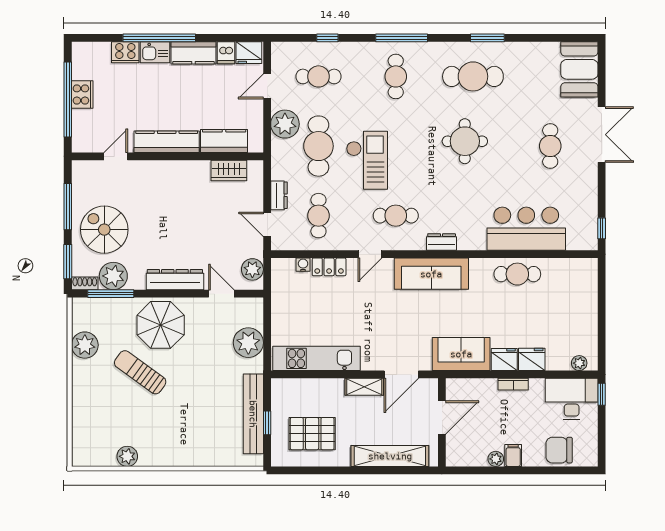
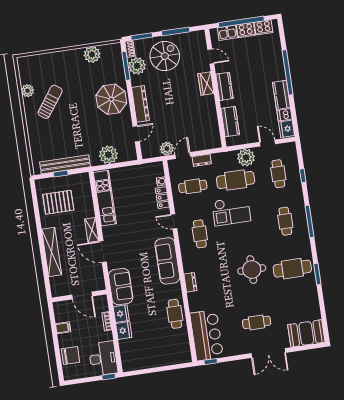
cooker: (125, 52) -> (264, 27), moved, turned -90
kitchen sink: (155, 52) -> (227, 33), moved, turned -90
cafe table: (396, 76) -> (285, 221), turned 90
cafe table: (473, 76) -> (292, 269), turned 90
kitchen counter: (167, 142) -> (224, 86), width x0.67
wardrobe: (229, 170) -> (206, 84), moved
bar counter: (526, 229) -> (207, 335), moved
dresser: (442, 242) -> (190, 282), moved
plant: (252, 269) -> (167, 149), moved
plant: (579, 363) -> (126, 360), removed
sun lounger: (140, 372) -> (50, 102), moved
door: (442, 418) -> (82, 296), moved
wall: (442, 422) -> (79, 296), moved
pallet: (312, 434) -> (58, 202), turned 90
chair: (559, 450) -> (71, 355), turned 90
plant: (496, 459) -> (59, 317), removed

